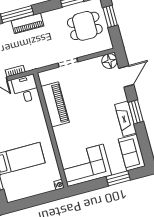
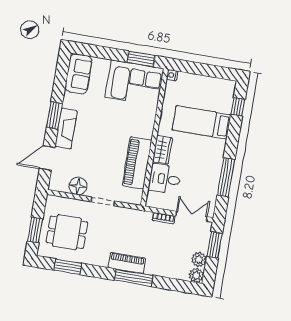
floor lamp: (109, 61) -> (78, 186), moved
desk: (26, 89) -> (165, 179), moved, turned 90
fireplace: (126, 119) -> (66, 128), moved
wardrobe: (40, 124) -> (162, 150), added
window: (118, 178) -> (141, 59), moved

